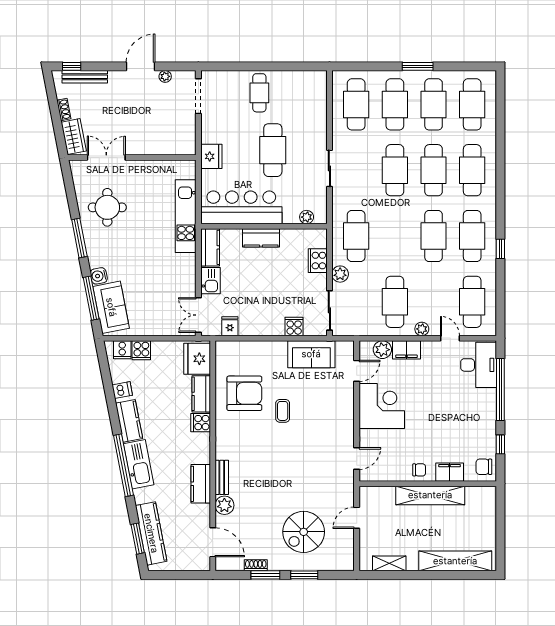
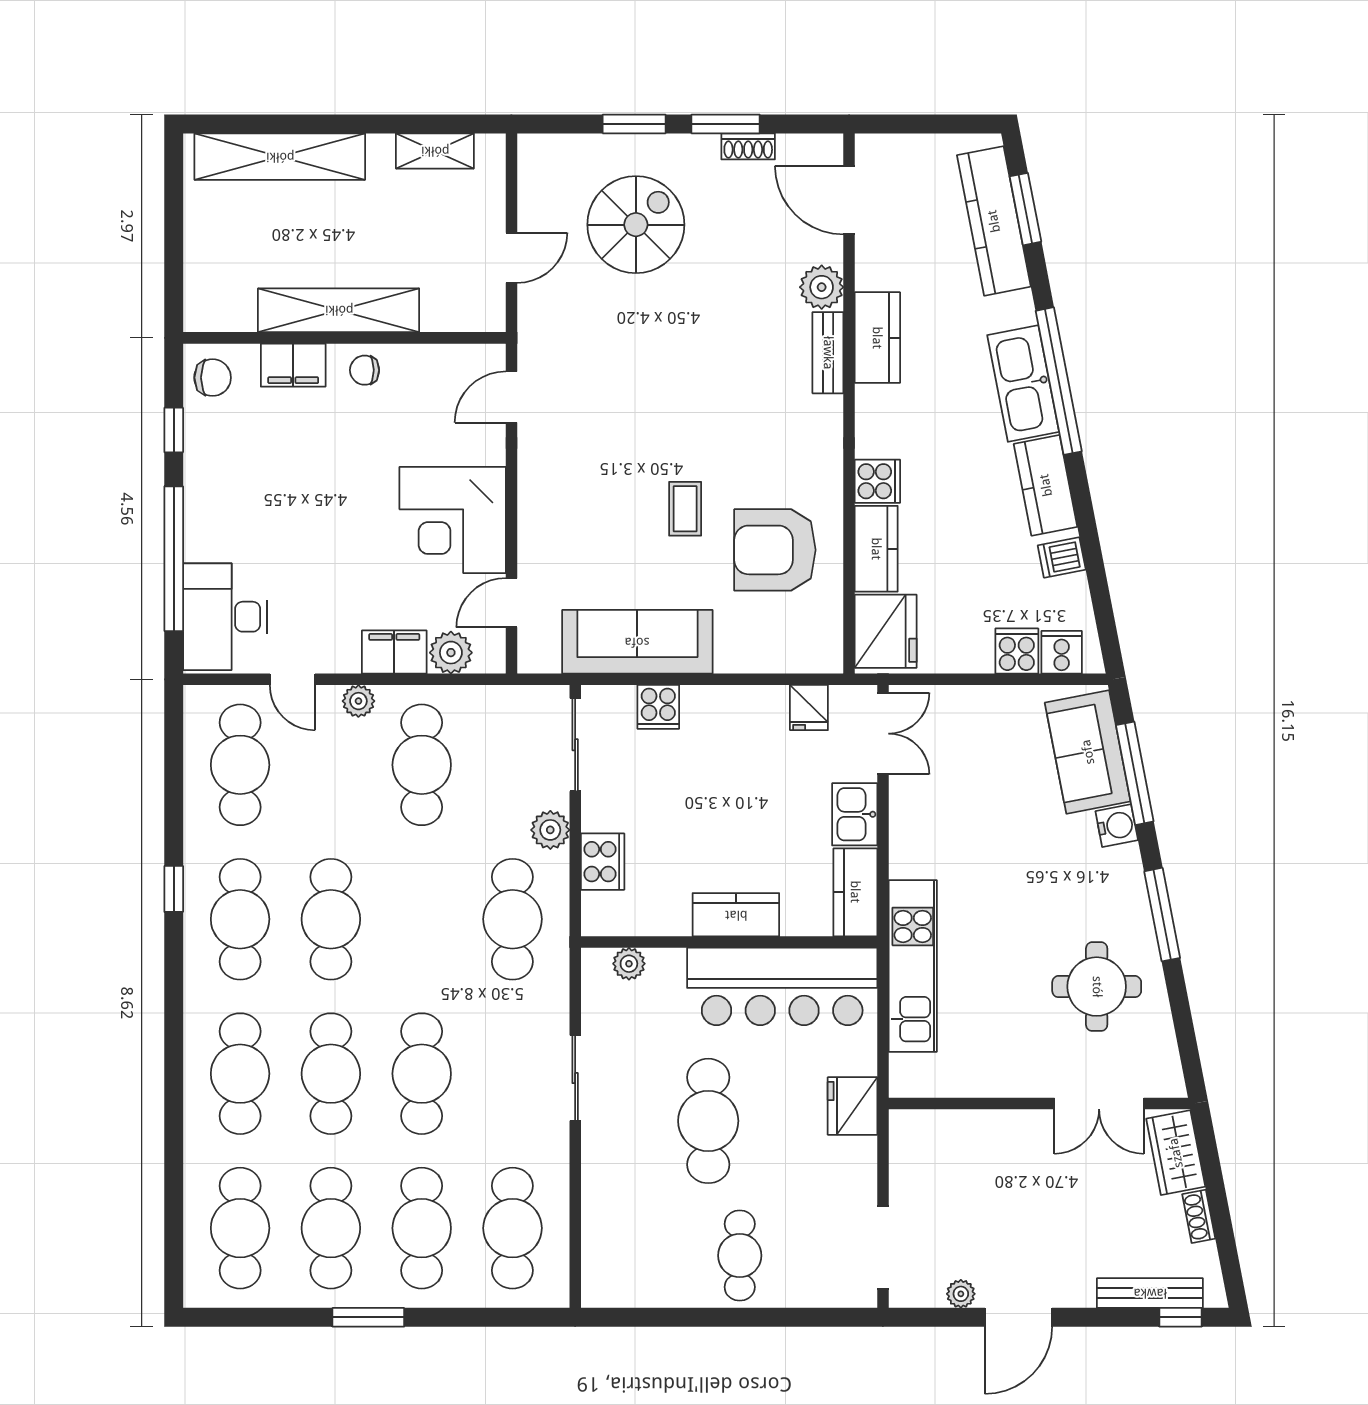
sofa: (311, 354) -> (637, 642), width x1.36

